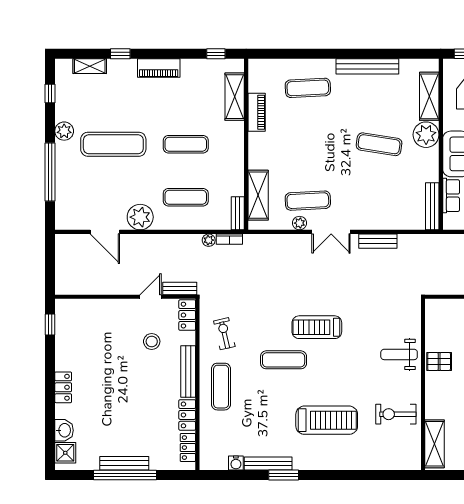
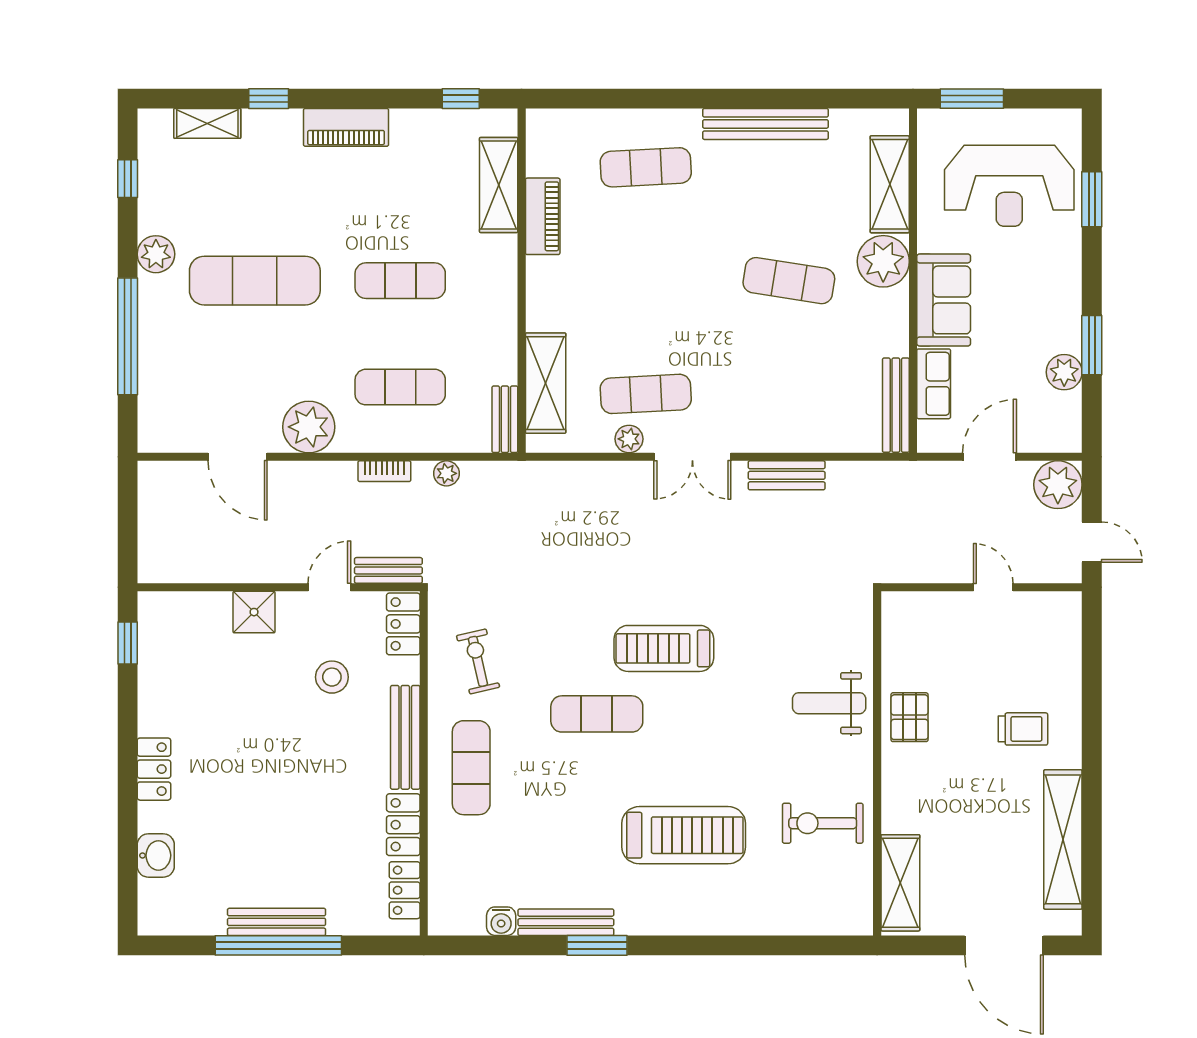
bookcase: (229, 239) -> (384, 471), moved
pallet: (439, 361) -> (910, 717), turned 90
shower: (65, 453) -> (254, 612), moved

